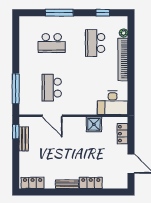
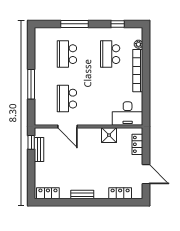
school desk: (52, 43) -> (67, 54), turned 90
window: (16, 89) -> (31, 84), moved
locker: (91, 183) -> (120, 193), moved

